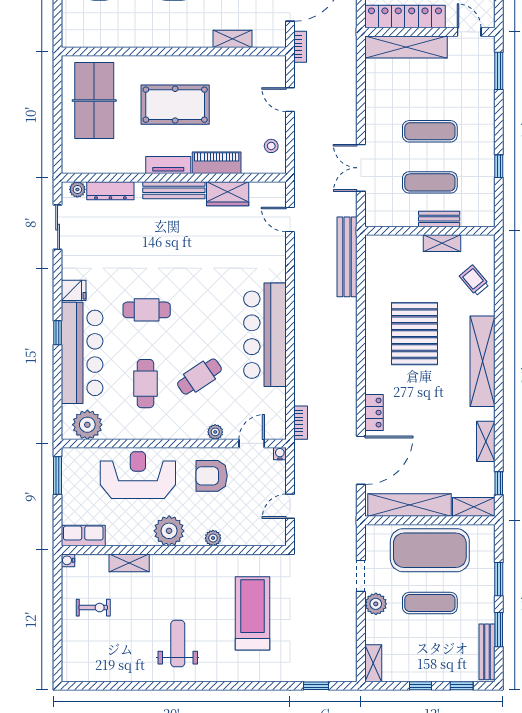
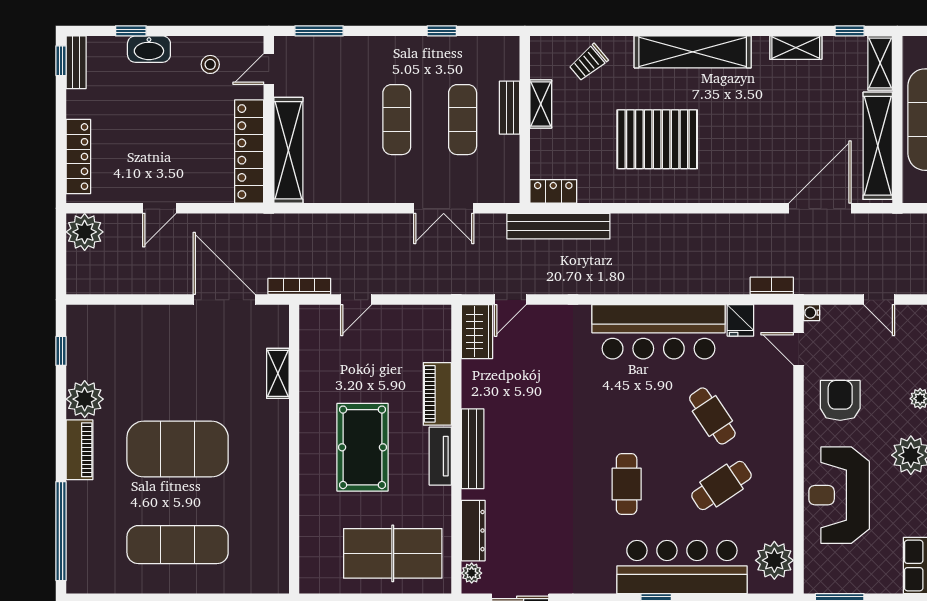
bookcase: (300, 47) -> (299, 286), width x1.56
table tennis table: (94, 100) -> (393, 553), moved
stool: (271, 146) -> (416, 324), removed
wardrobe: (228, 194) -> (477, 332), moved
fridge: (74, 290) -> (740, 320), moved, turned 180
cafe table: (145, 384) -> (721, 485), turned -34
locker: (374, 413) -> (553, 191), moved
plant: (215, 432) -> (784, 396), removed
door: (361, 460) -> (820, 208), hinge flipped
armchair: (212, 476) -> (840, 400), turned 180

